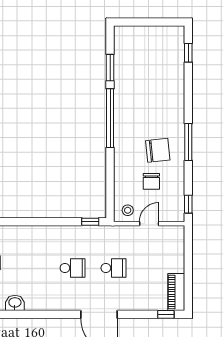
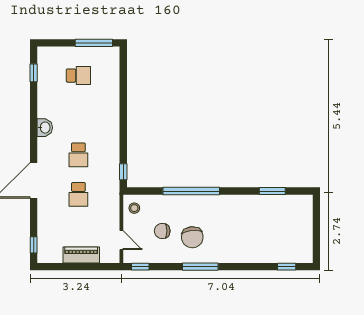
window: (110, 118) -> (191, 191), moved
door: (149, 224) -> (121, 240), moved
piano: (176, 292) -> (81, 255), moved
washbasin: (15, 303) -> (45, 128), moved

